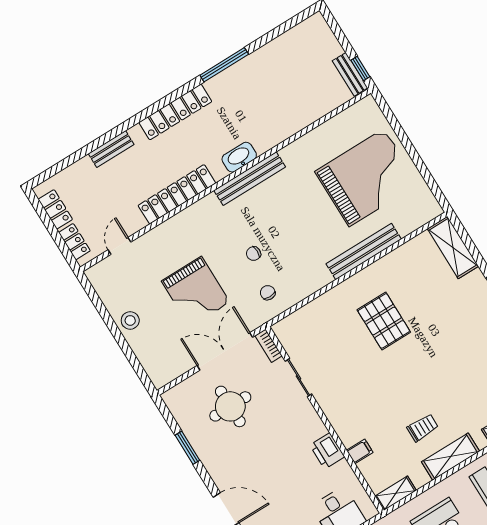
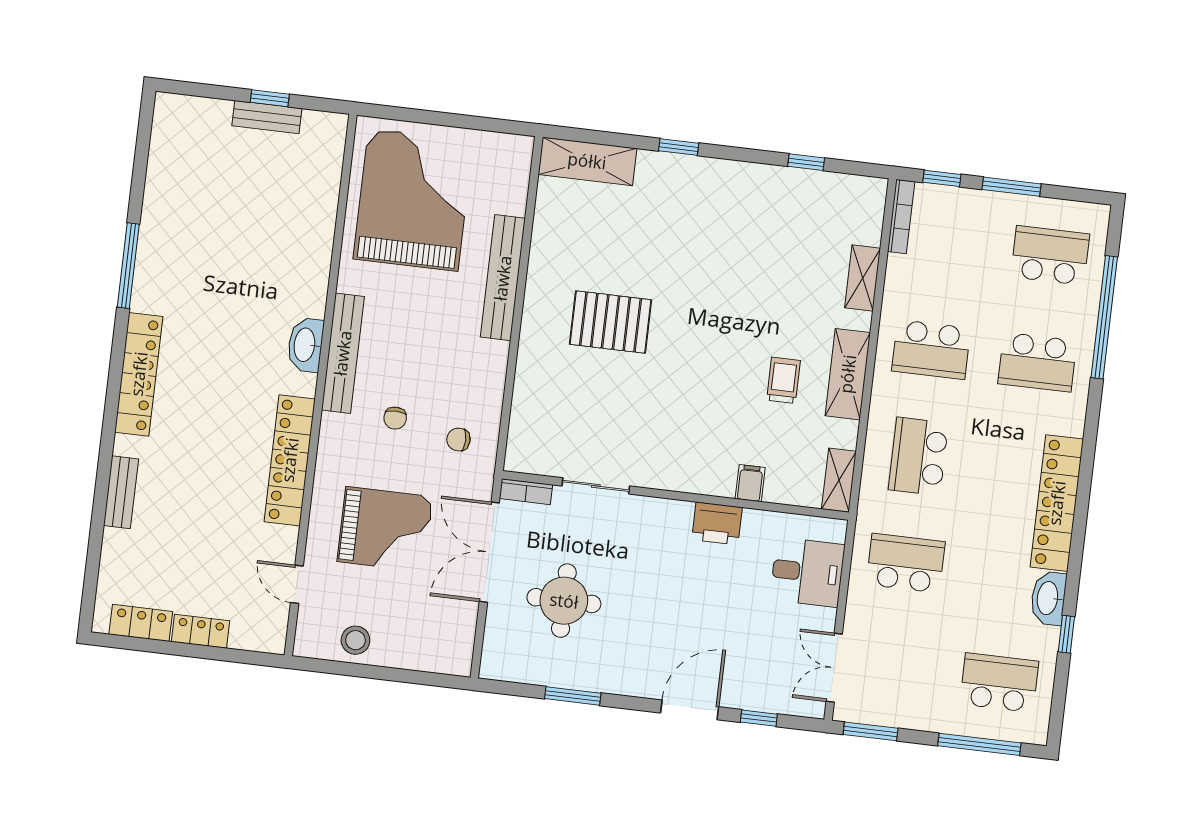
washbasin: (239, 157) -> (305, 345), moved
bench: (250, 179) -> (343, 353), moved
wall: (226, 180) -> (321, 385), moved
locker: (177, 194) -> (290, 460), moved
door: (120, 246) -> (297, 584), moved

